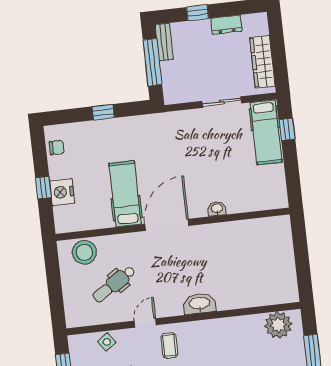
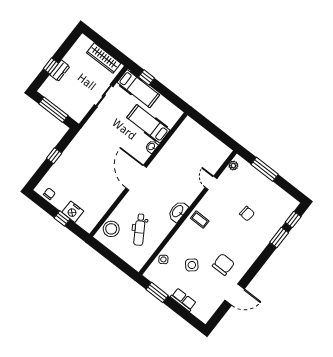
dresser: (226, 25) -> (60, 71), moved
bench: (164, 42) -> (49, 95), removed
hospital bed: (125, 194) -> (148, 124), moved
washbasin: (199, 304) -> (178, 211), moved
door: (145, 323) -> (211, 183), moved
plant: (278, 325) -> (233, 166), width x0.53, depth x0.53
coffee table: (169, 345) -> (200, 220), moved

